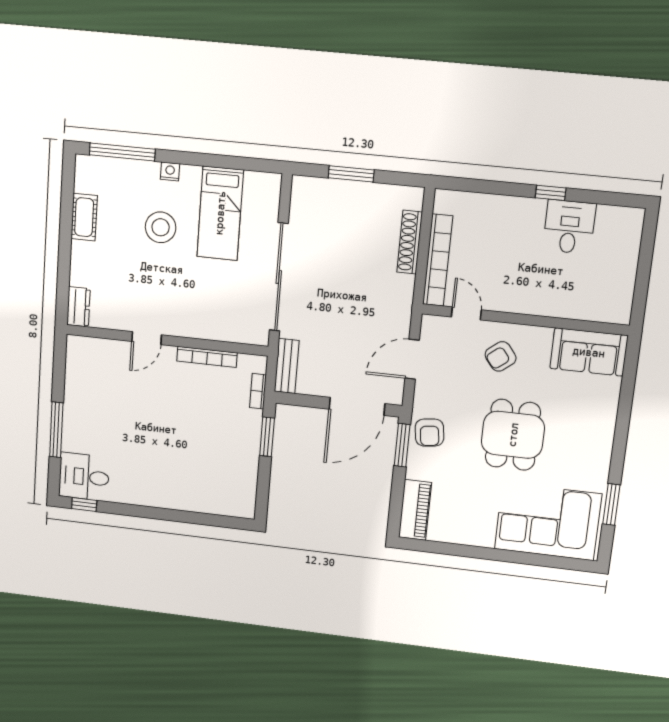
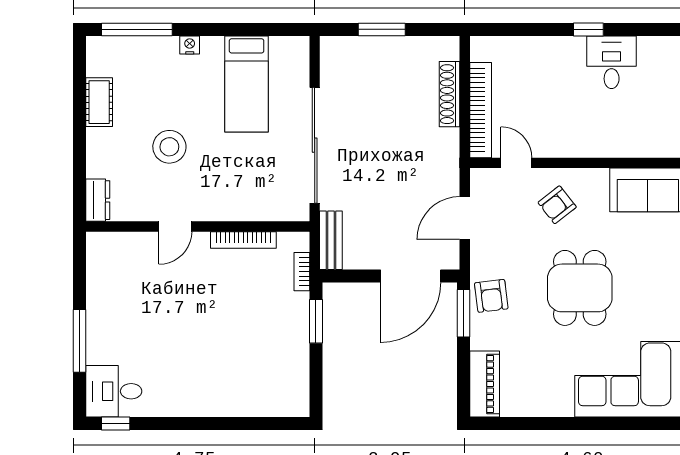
stool: (161, 227) -> (169, 147), moved

